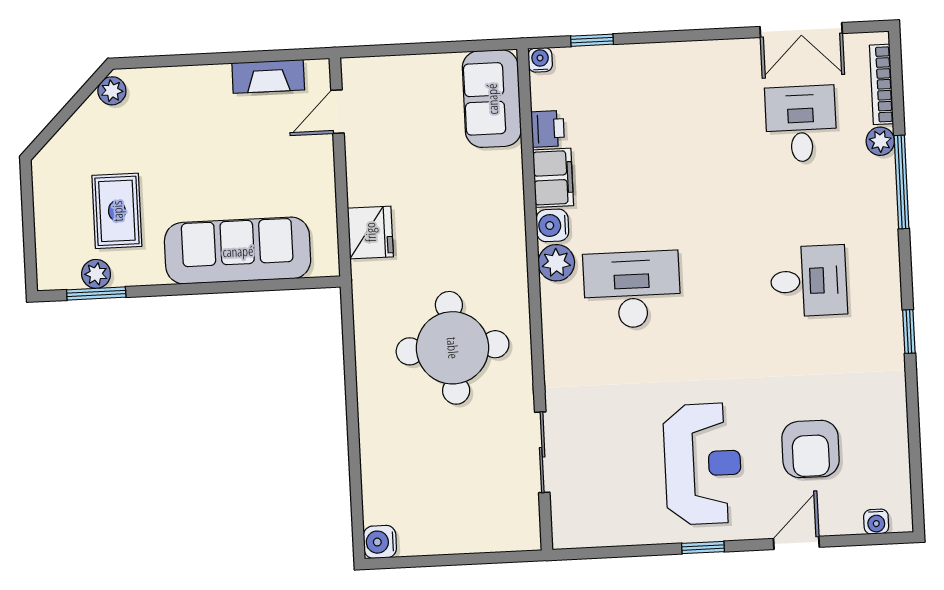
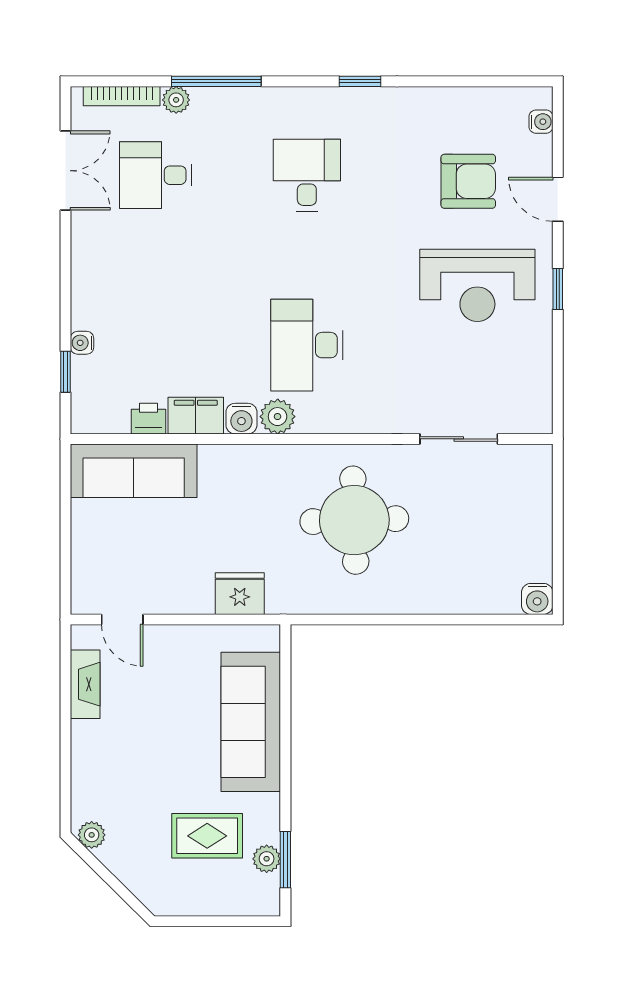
water cooler: (540, 60) -> (82, 343), moved
sofa: (492, 99) -> (134, 471), width x1.36
reception desk: (703, 464) -> (477, 285), turned 180

